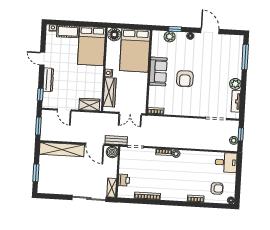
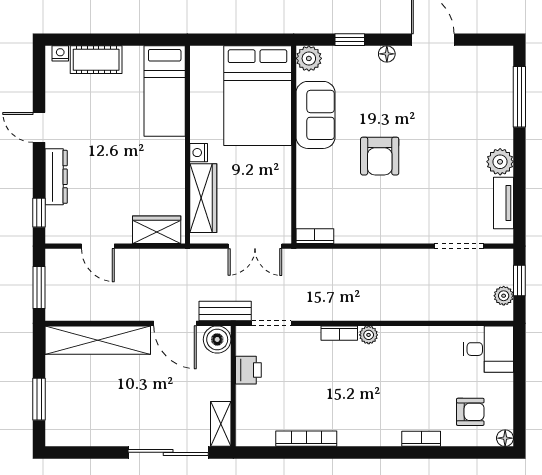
floor lamp: (114, 35) -> (207, 61), removed
plant: (170, 37) -> (309, 58), moved
bed: (92, 46) -> (165, 91), width x0.67
sofa: (158, 71) -> (316, 115), moved
printer: (124, 180) -> (248, 370), moved

